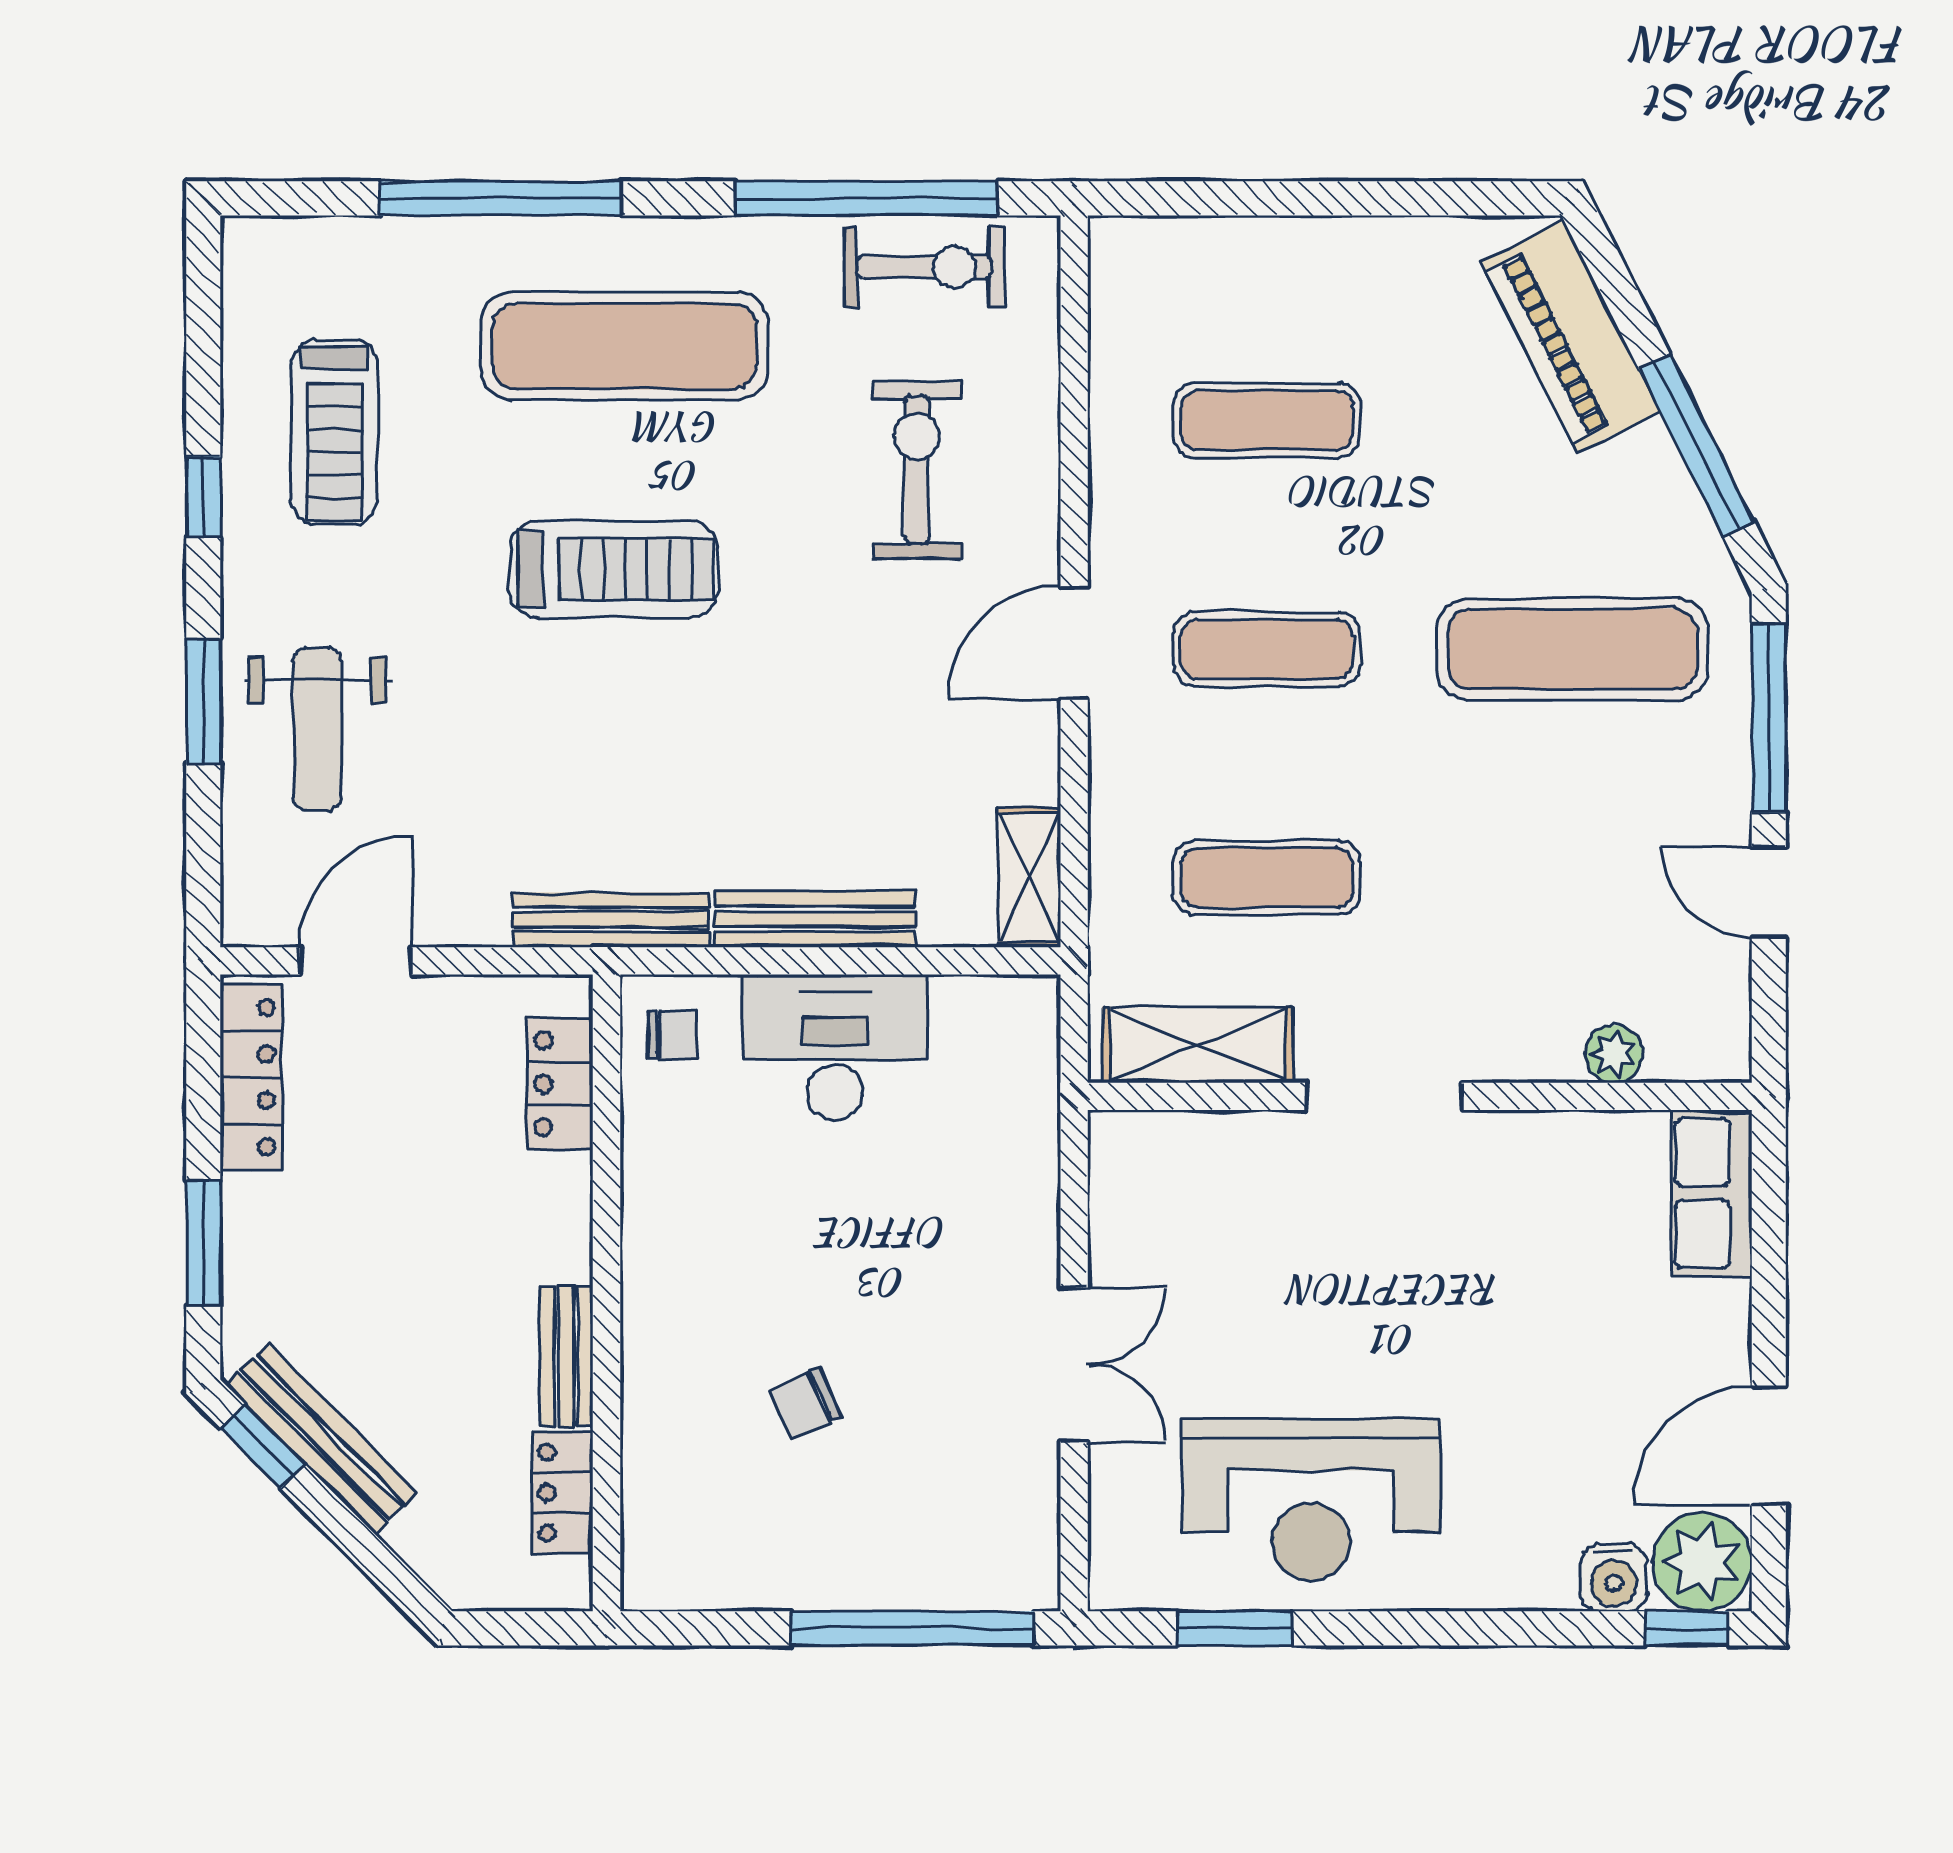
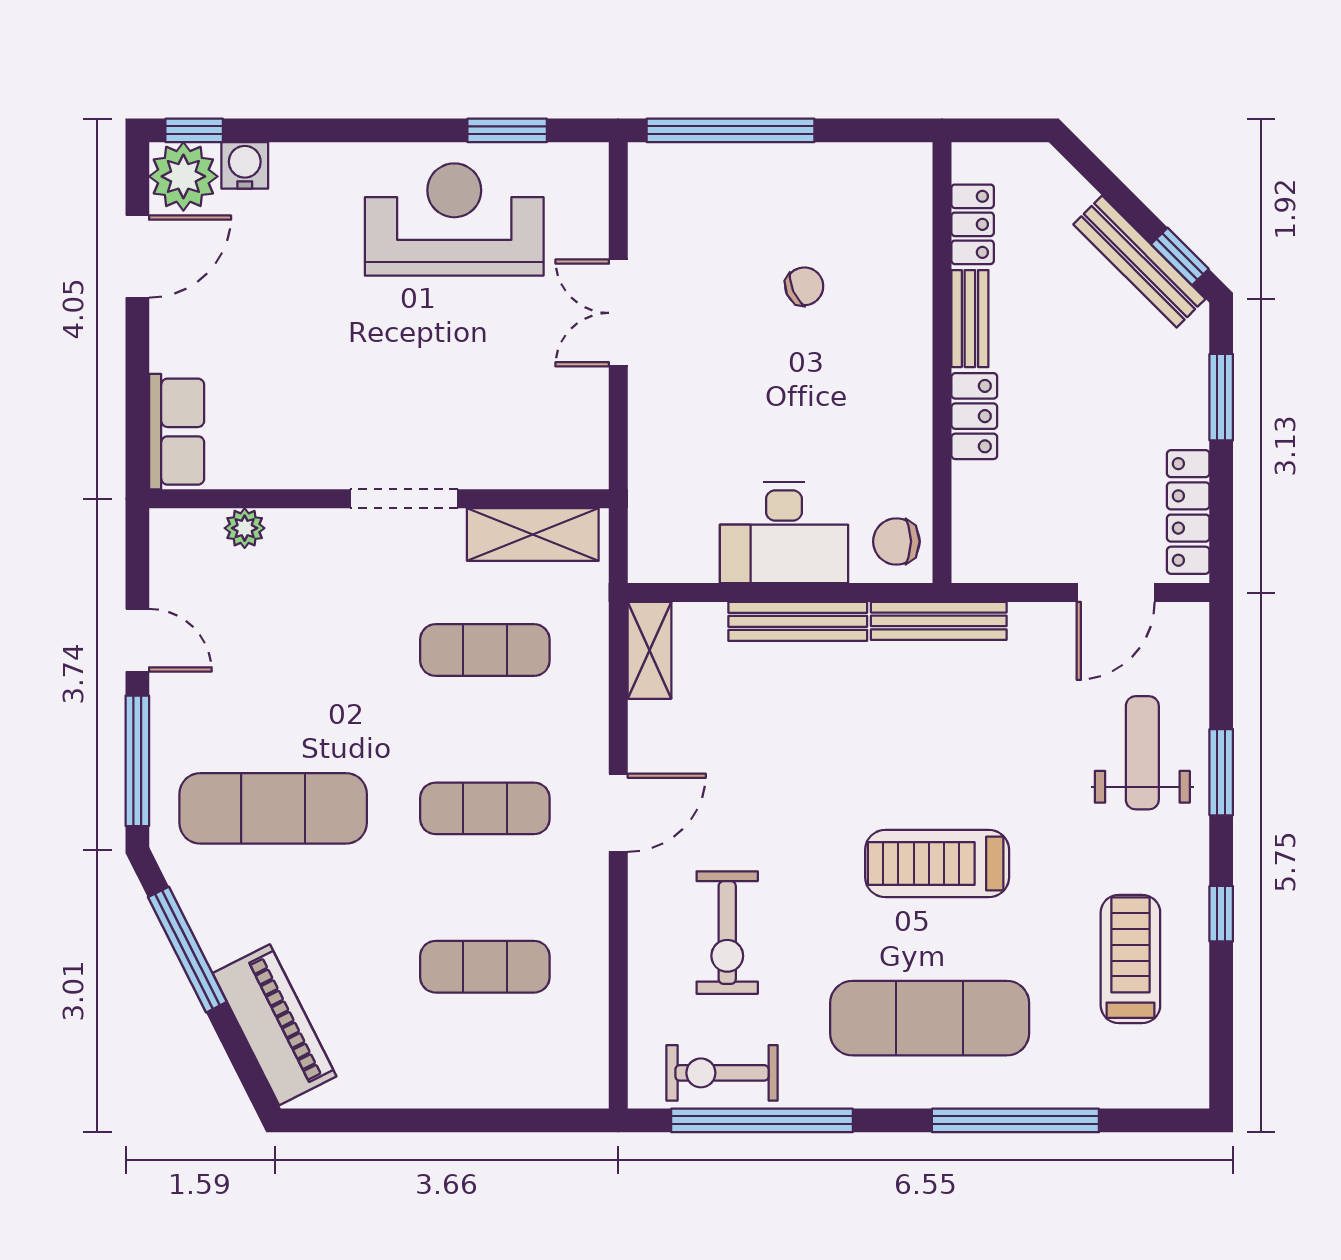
chair: (672, 1035) -> (896, 541), width x1.37, depth x1.37
locker: (560, 1084) -> (974, 416), moved

